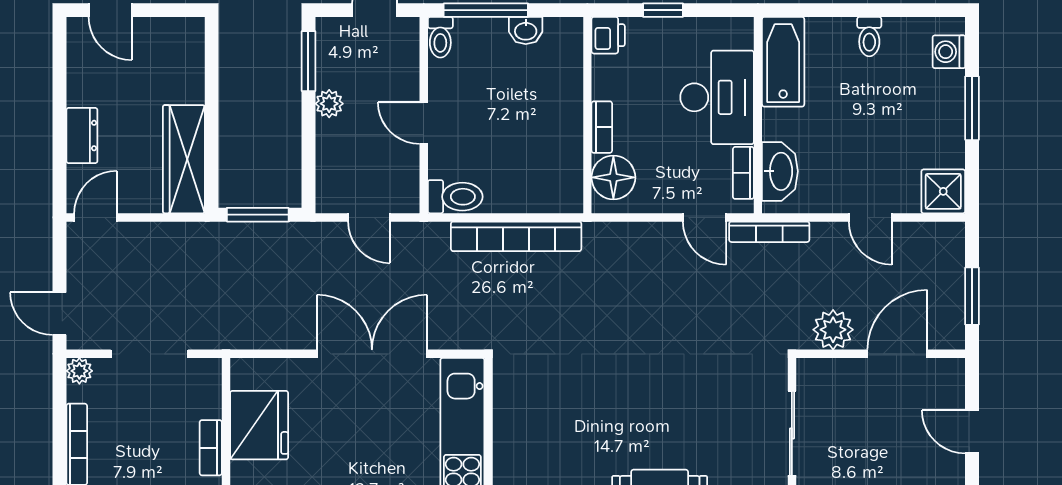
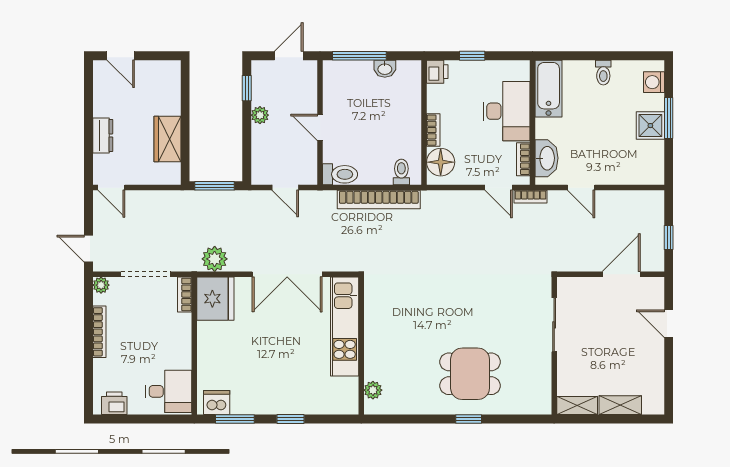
toilet: (440, 37) -> (401, 172), moved, turned 180
window: (308, 61) -> (247, 88), width x0.67
wardrobe: (184, 159) -> (167, 139), width x0.67
shower: (943, 191) -> (650, 126), moved
door: (95, 217) -> (111, 188), swing flipped
door: (870, 217) -> (581, 188), moved
bookcase: (769, 232) -> (531, 197), width x0.64
window: (972, 296) -> (669, 238), width x0.67
plant: (833, 330) -> (215, 259), moved
double door: (372, 354) -> (287, 274), swing flipped
fridge: (259, 425) -> (215, 299), moved
bookcase: (211, 448) -> (185, 294), moved

